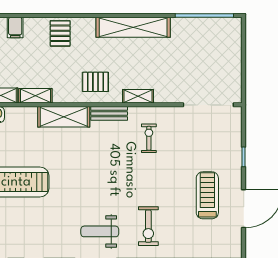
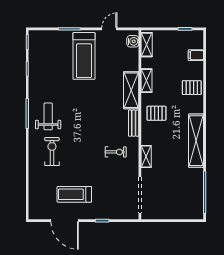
pallet: (95, 82) -> (156, 113), turned 90
shelving: (35, 96) -> (146, 81), moved
shelving: (138, 96) -> (146, 156), moved
treadmill: (207, 195) -> (74, 194), turned 180
exercise bike: (148, 226) -> (52, 152), turned 90

